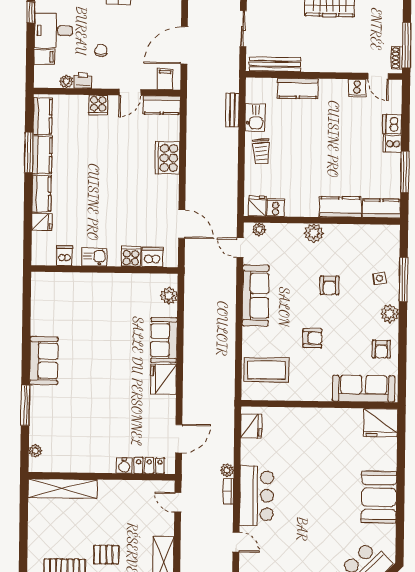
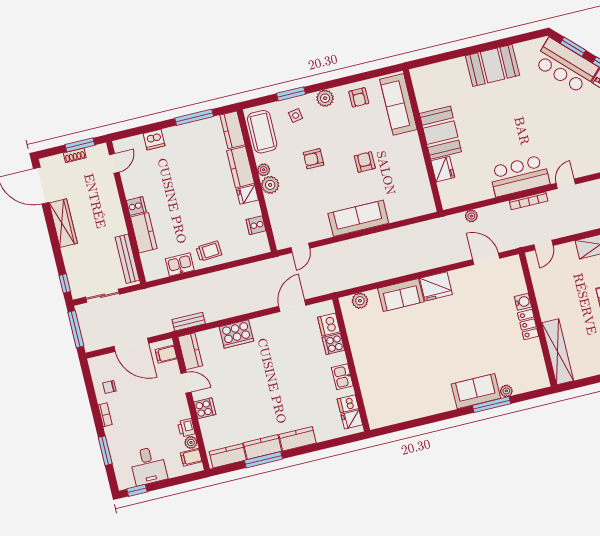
window: (407, 45) -> (80, 145), width x0.69
chair: (101, 50) -> (109, 387), moved
filing cabinet: (44, 57) -> (191, 457), moved, turned -90
shoe rack: (397, 58) -> (75, 155), moved
cooker: (357, 88) -> (136, 206), moved
bench: (232, 110) -> (189, 322), moved
cooker: (392, 144) -> (172, 135), removed
fridge: (257, 206) -> (247, 195), moved
fridge: (42, 222) -> (352, 419), moved, turned -90
plant: (259, 229) -> (264, 170), moved
window: (403, 279) -> (291, 94), width x0.69
armchair: (330, 285) -> (313, 159), turned 180
sofa: (256, 296) -> (358, 218), moved
armchair: (381, 349) -> (359, 97), turned 90
sofa: (44, 361) -> (476, 391), moved
coffee table: (266, 370) -> (262, 132), moved
fridge: (381, 423) -> (425, 81), removed
booth: (323, 425) -> (440, 133), added
fridge: (251, 426) -> (443, 169), moved, turned 90
plant: (35, 451) -> (506, 391), moved
locker: (149, 466) -> (528, 325), moved
plant: (227, 470) -> (471, 216), moved
bookcase: (228, 491) -> (529, 201), width x1.56

